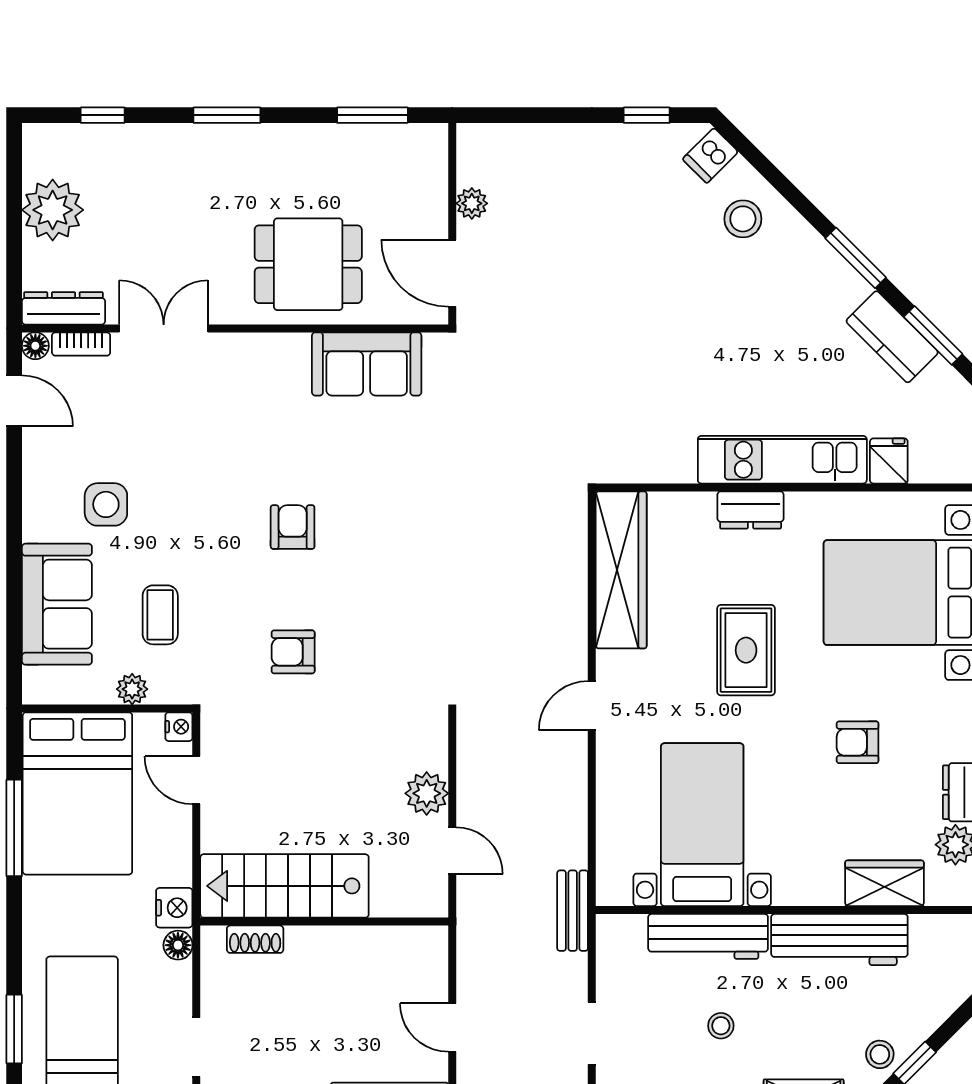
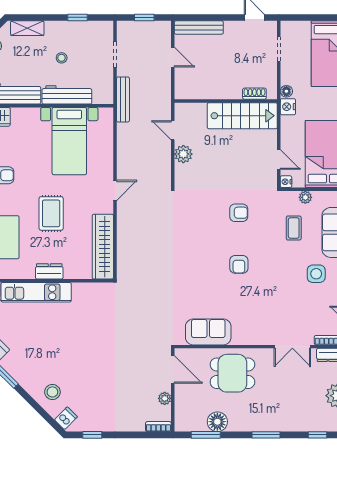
bookcase: (487, 135) -> (158, 427), added
floor lamp: (345, 147) -> (217, 422), added
bench: (573, 911) -> (123, 99), width x1.36

